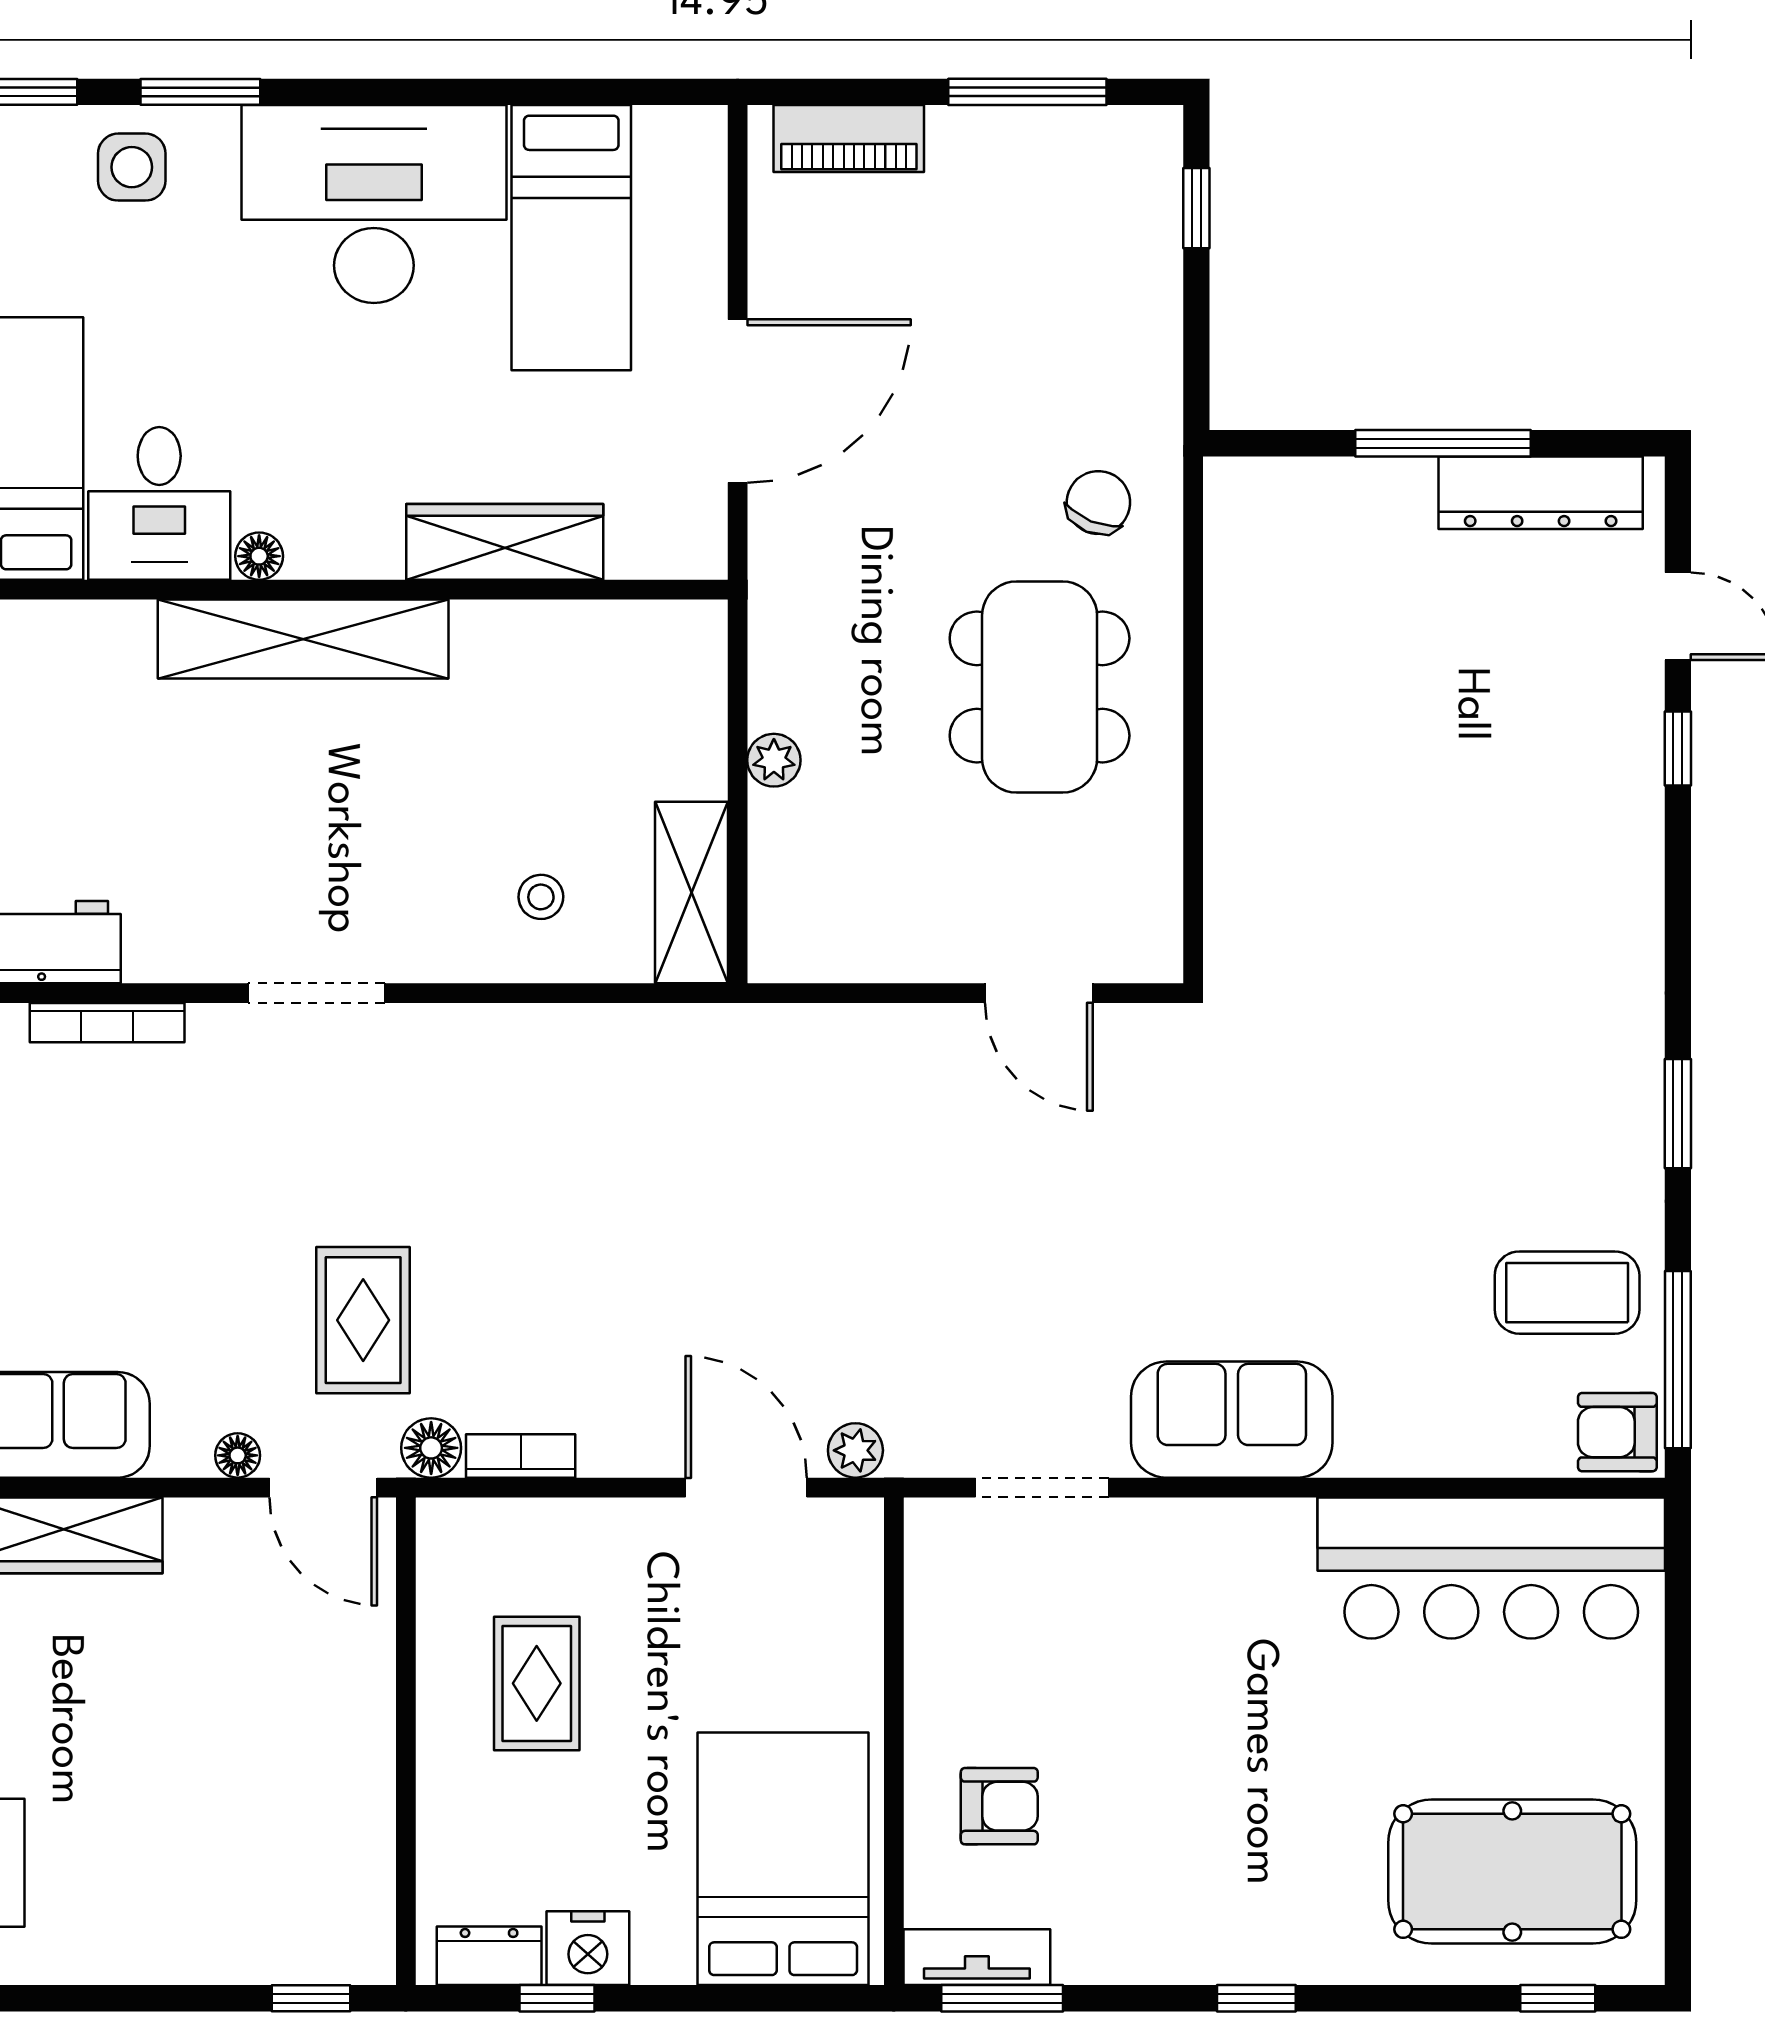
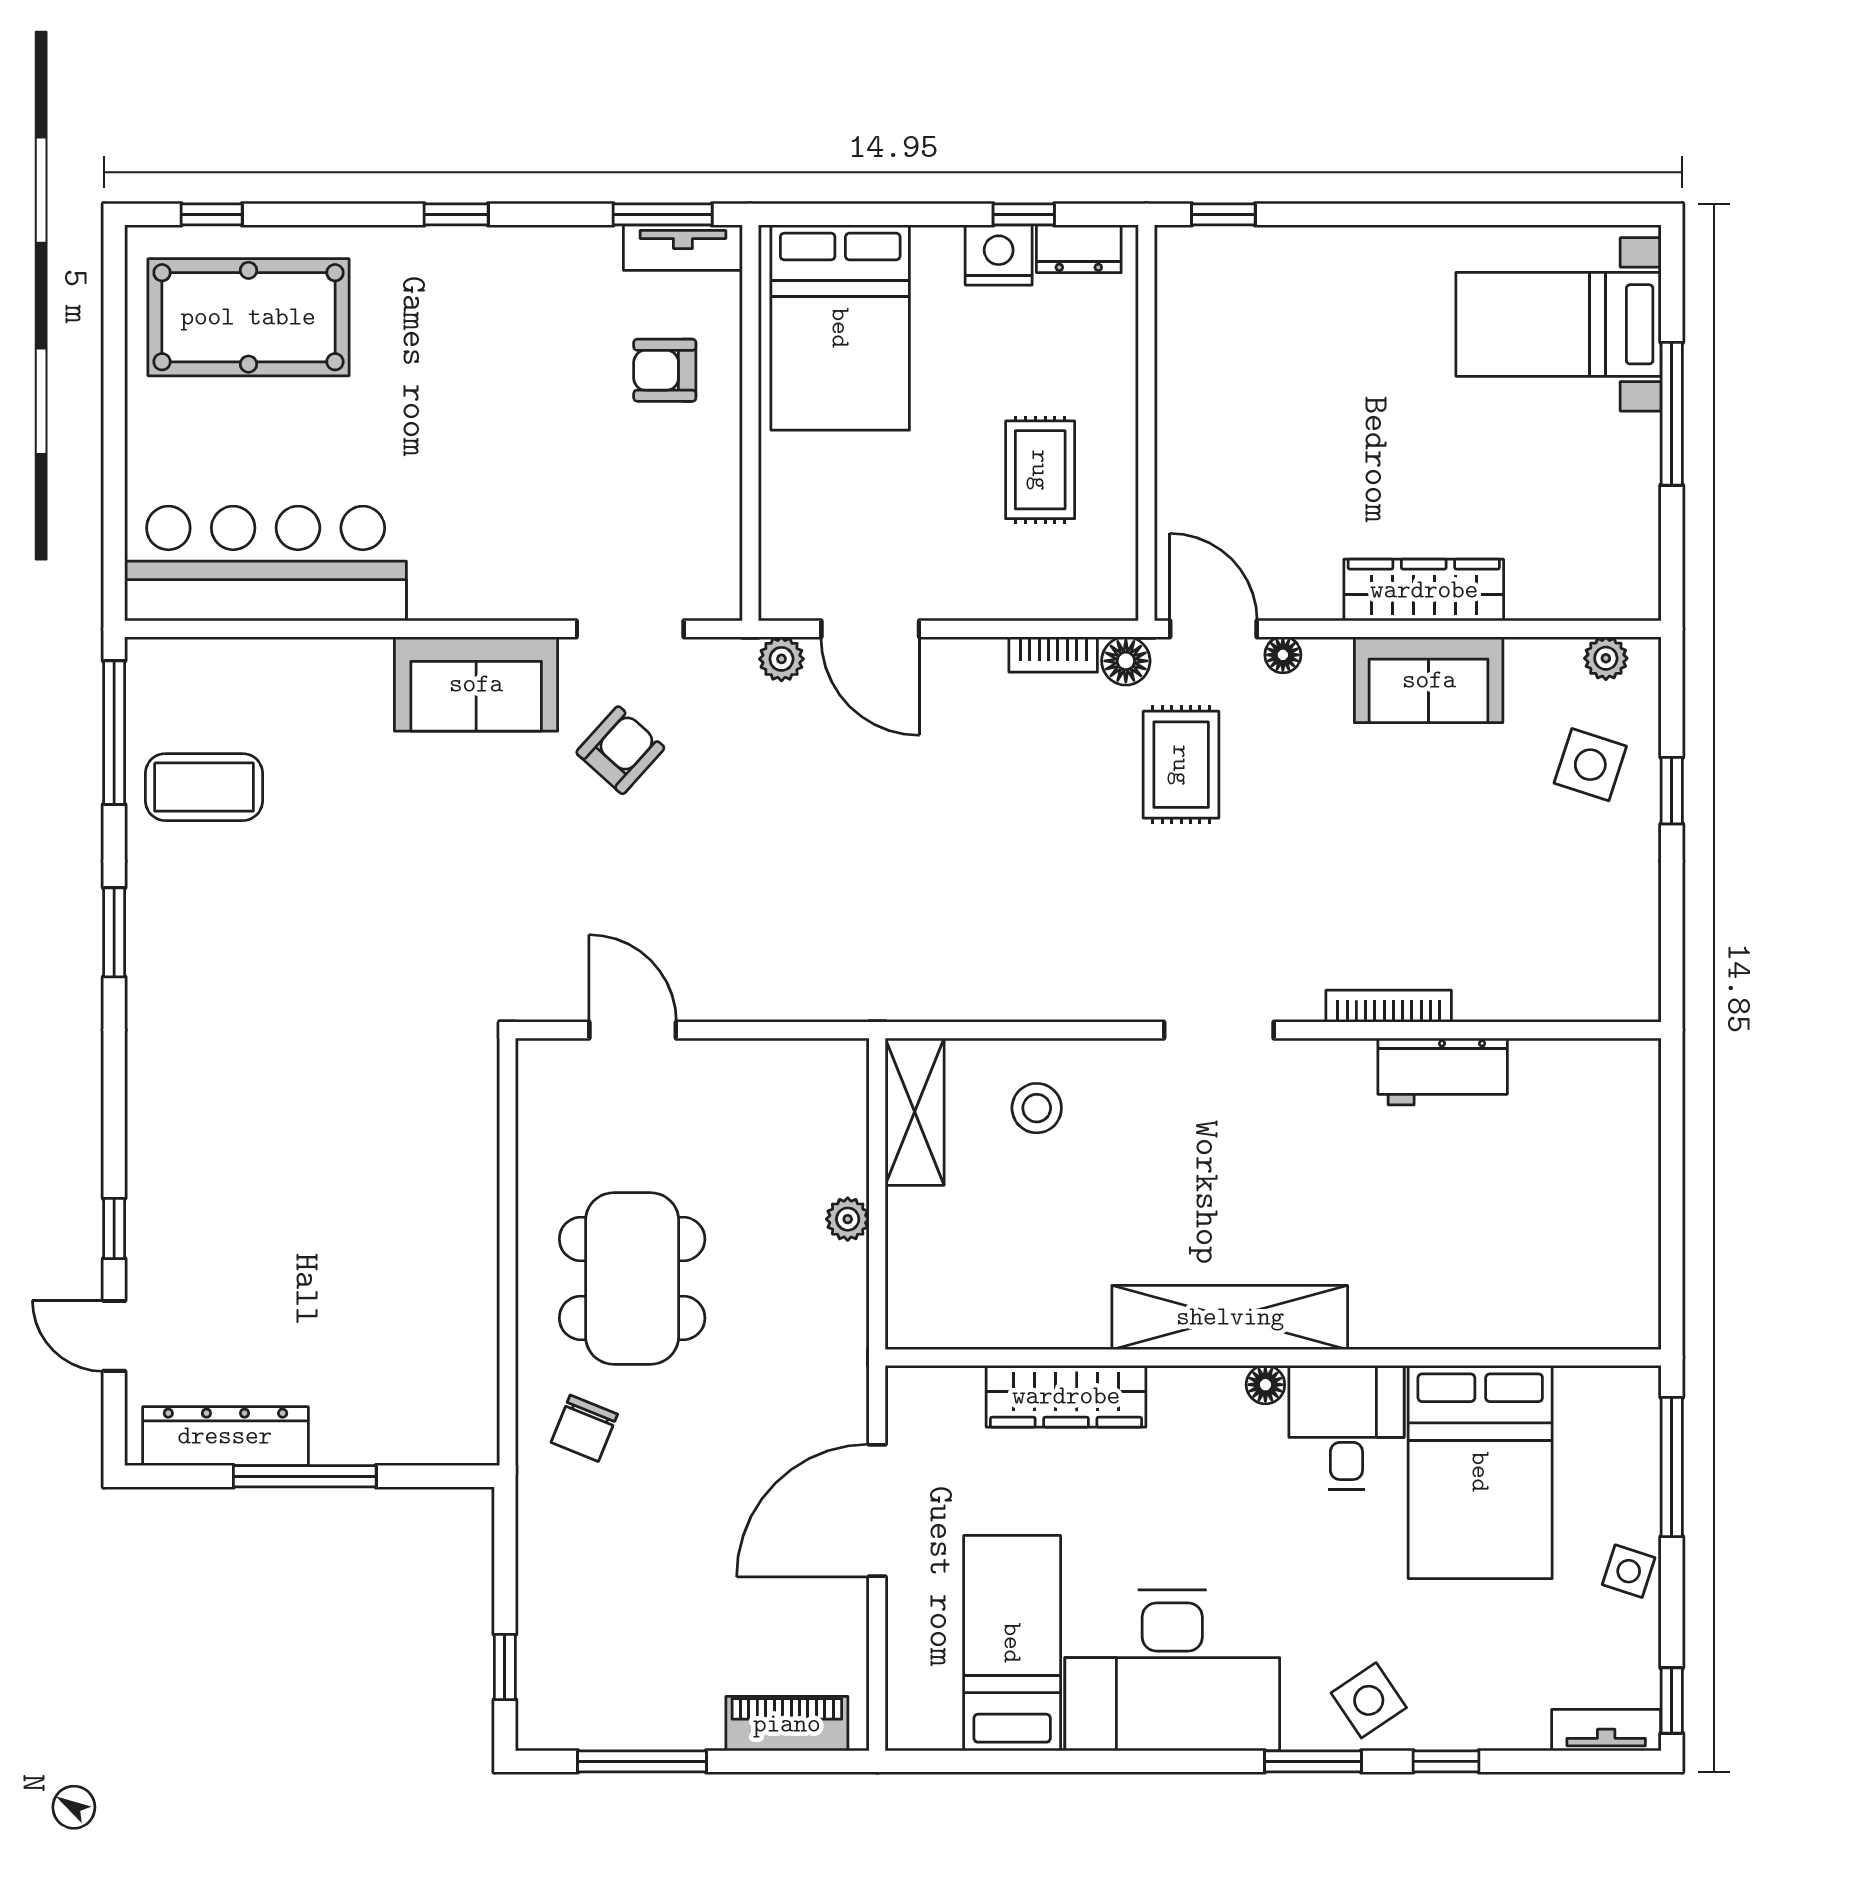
side table: (132, 167) -> (1369, 1700), turned -34
stool: (541, 897) -> (1037, 1108), width x1.37, depth x1.37
armchair: (1617, 1432) -> (620, 750), moved, turned -48

